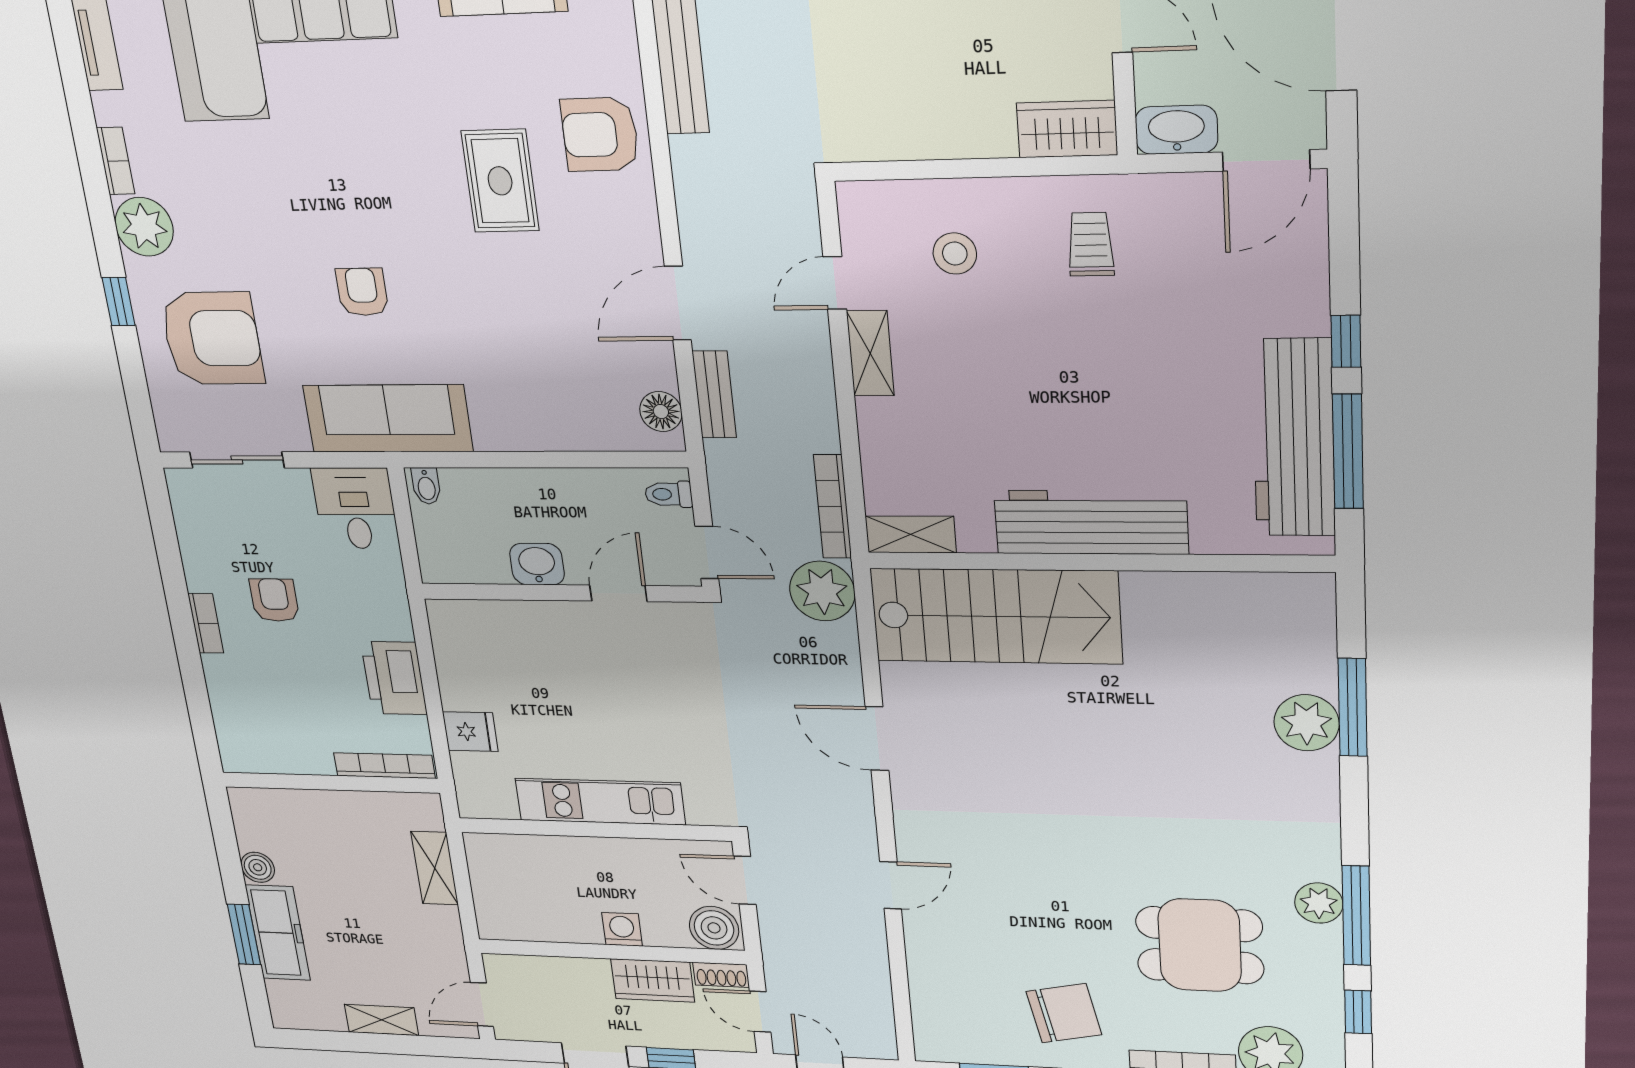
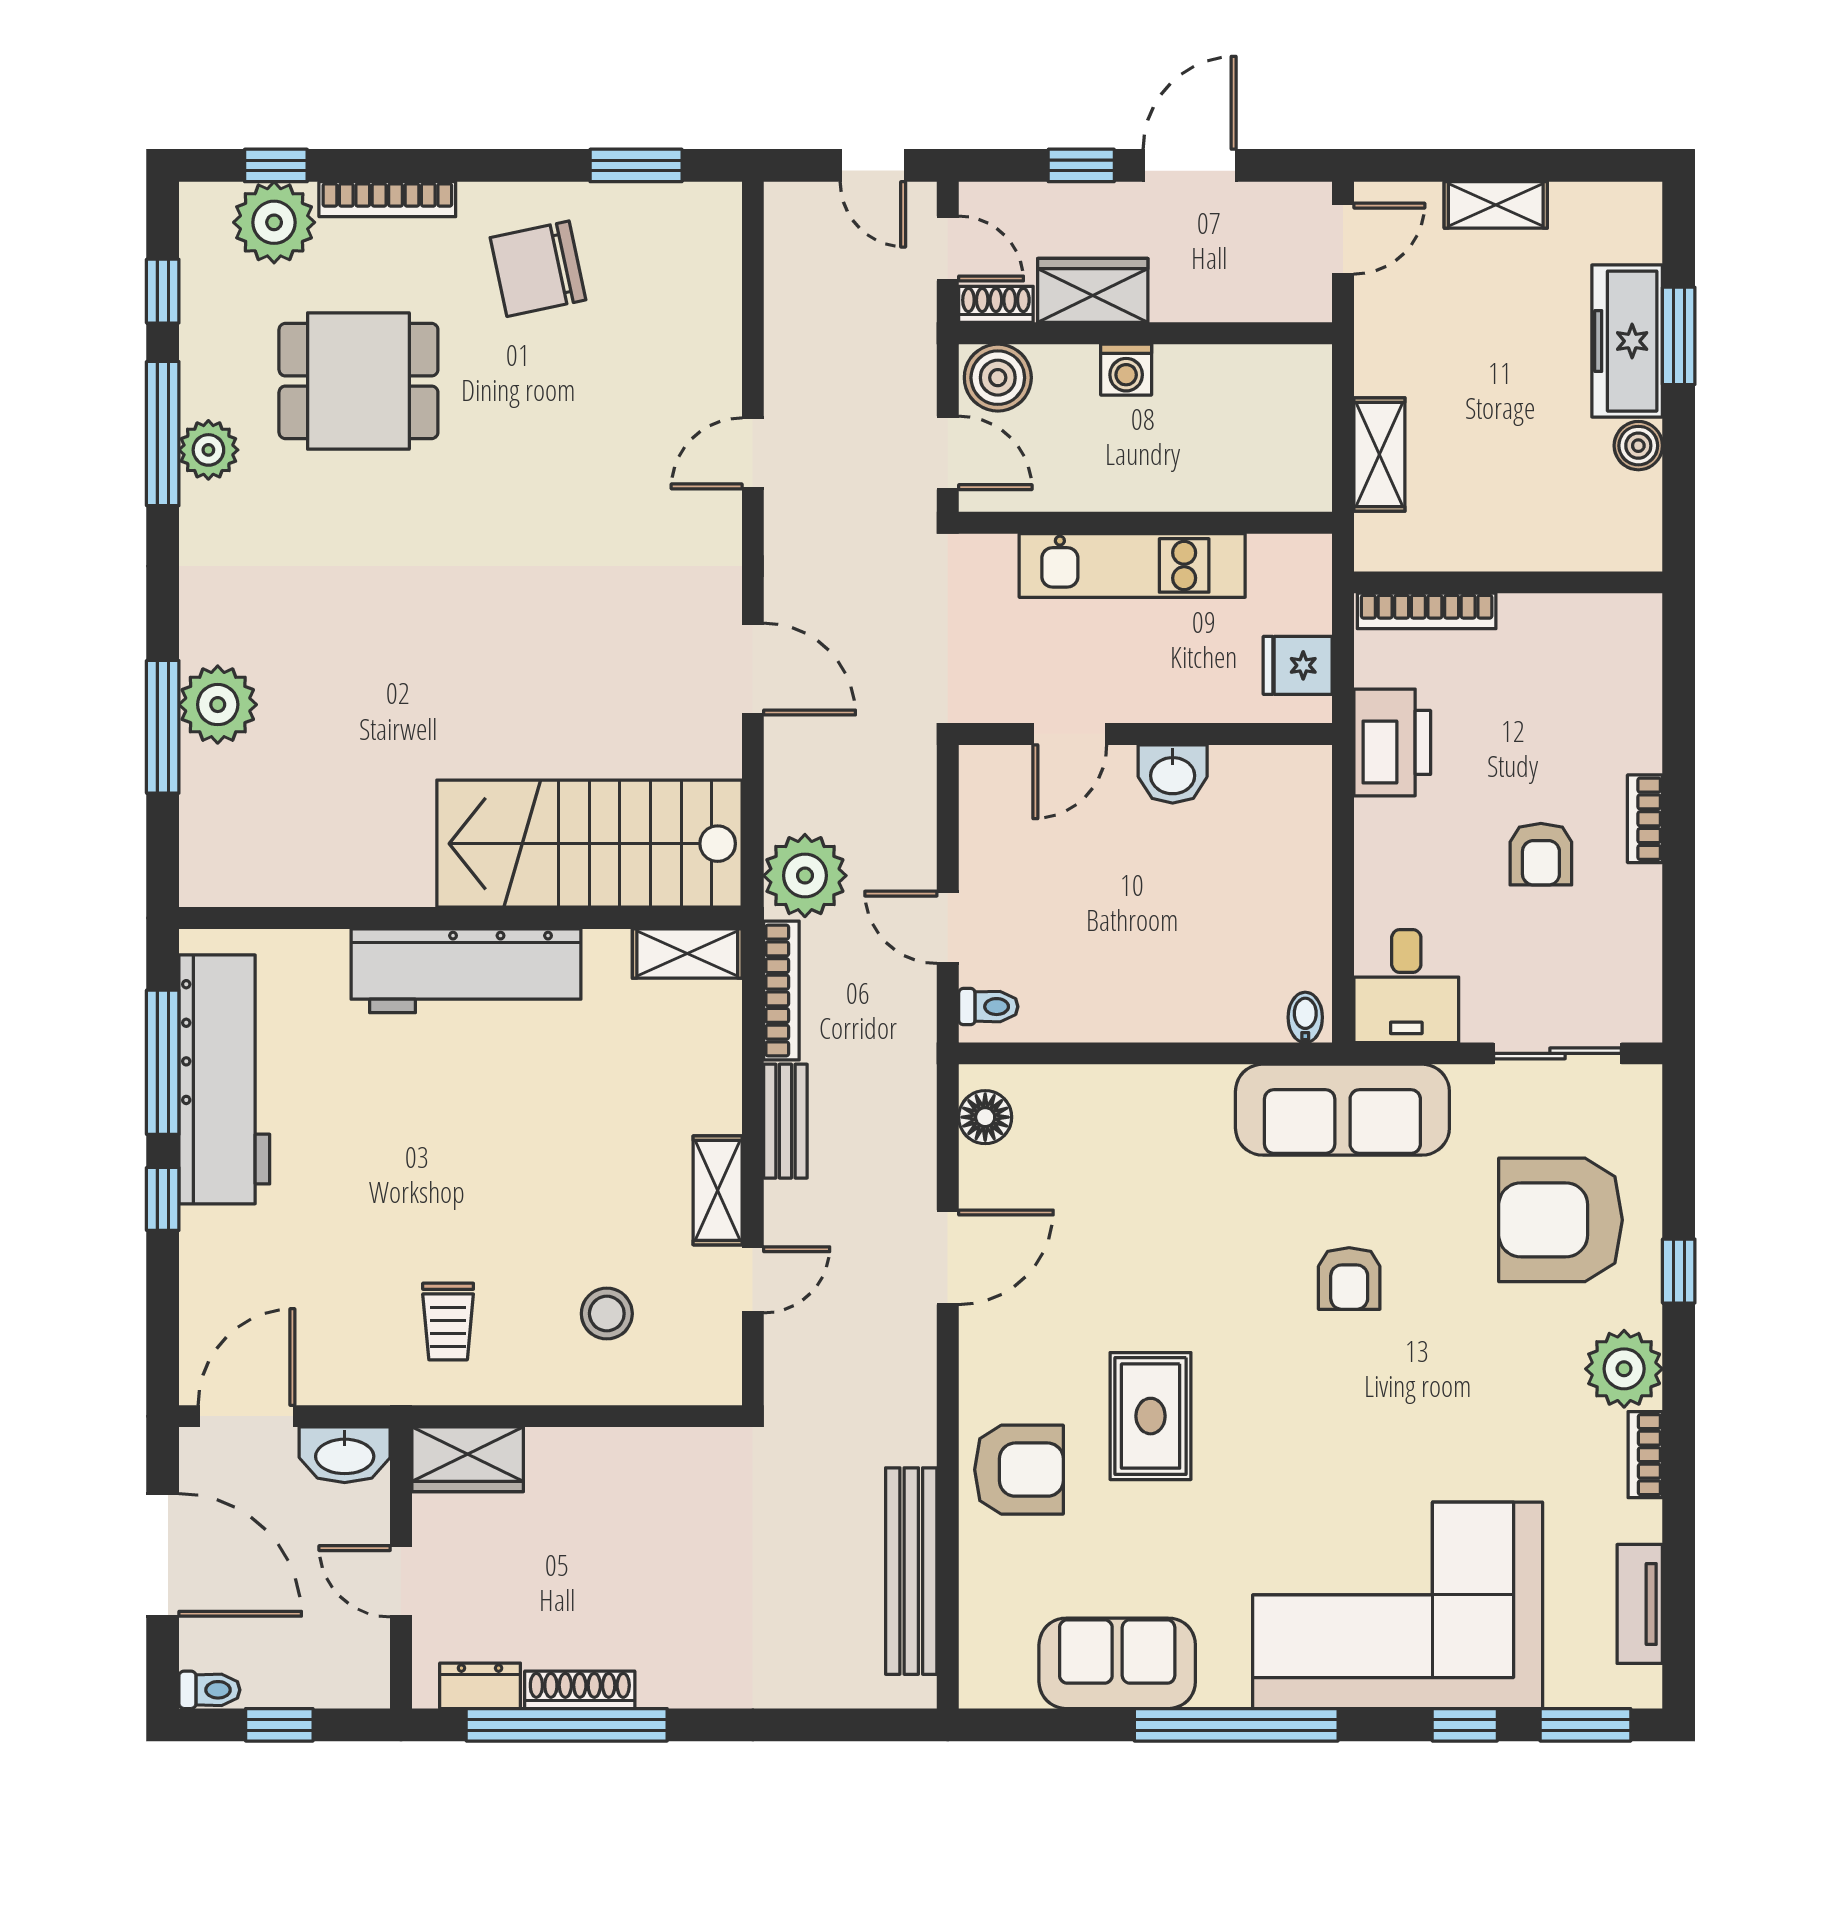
bench: (714, 394) -> (785, 1121), moved
washbasin: (537, 564) -> (1173, 774), moved
wall: (561, 593) -> (1145, 734), moved
door: (618, 593) -> (1070, 734), moved

